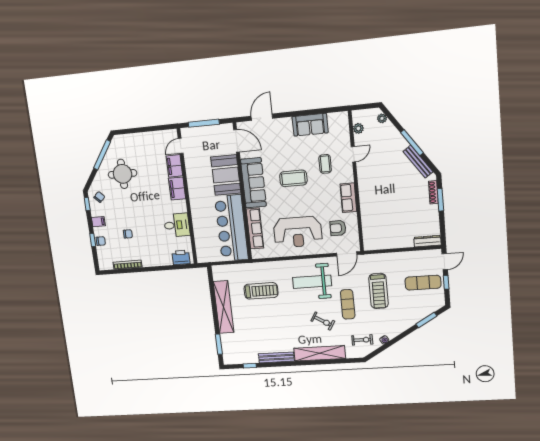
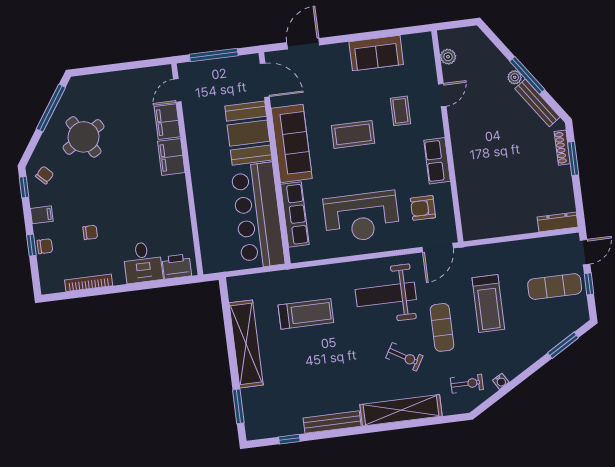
plant: (382, 118) -> (515, 77), moved
round table: (123, 174) -> (83, 137), turned -31
desk: (177, 225) -> (143, 262), moved, turned 90

